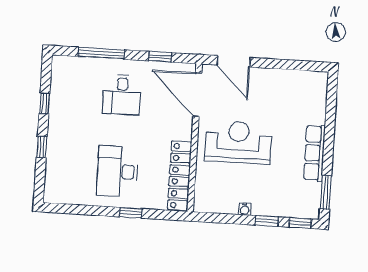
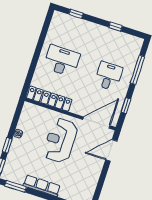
desk: (122, 95) -> (108, 76), turned 90
reception desk: (238, 142) -> (60, 140), turned 180
window: (42, 147) -> (76, 14), moved
window: (130, 213) -> (34, 62), removed

